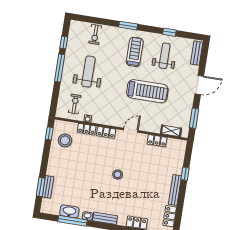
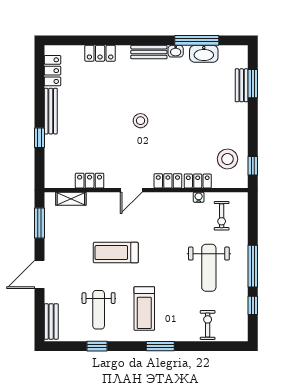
treadmill: (147, 91) -> (116, 253), width x0.73, depth x0.73

